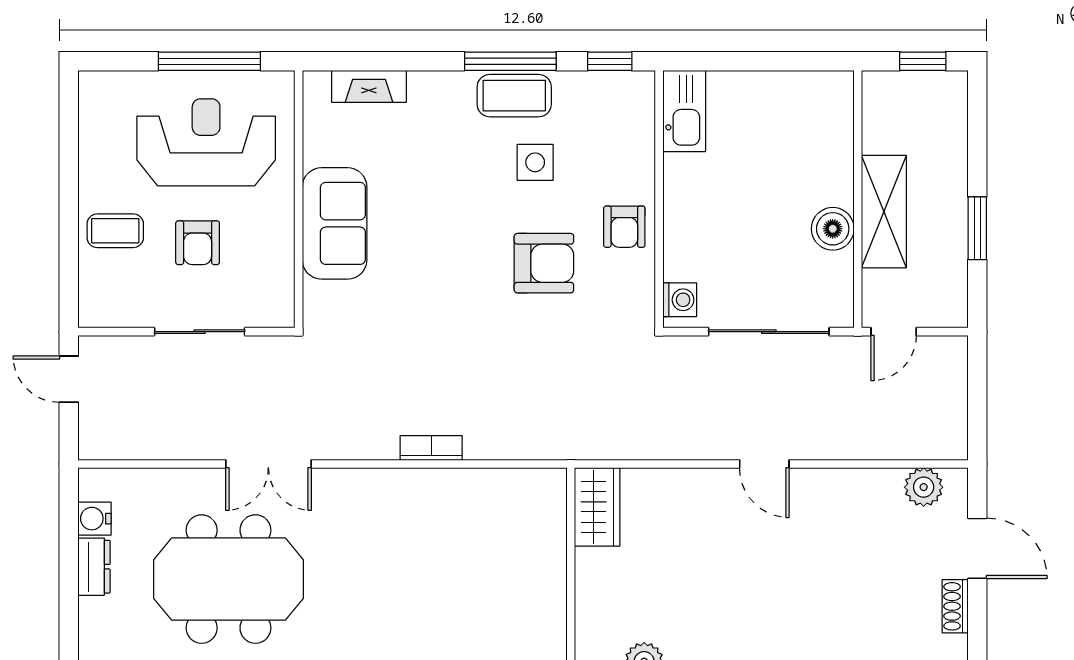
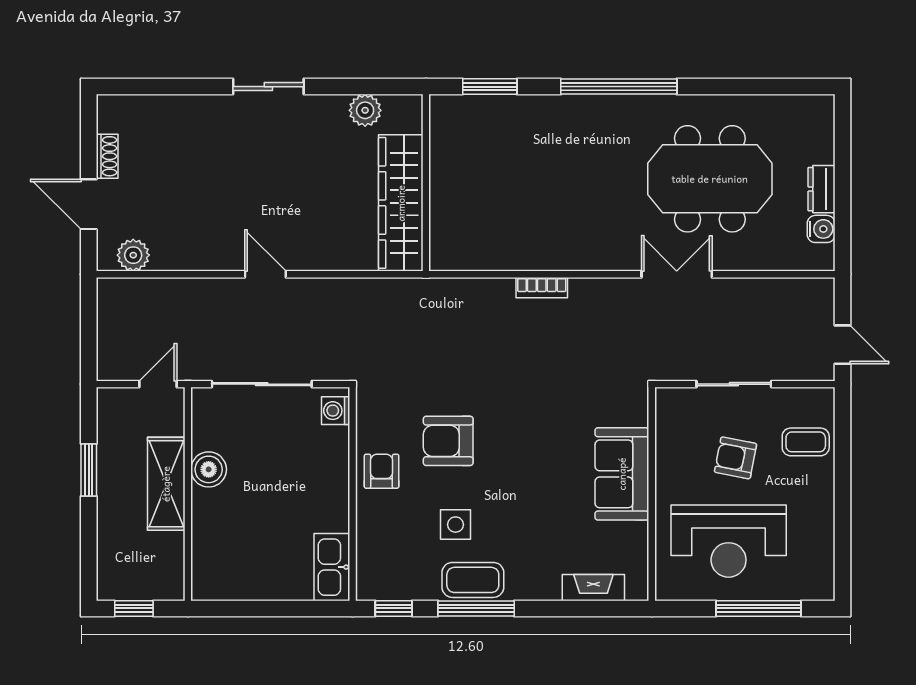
window: (209, 61) -> (758, 608), moved
coffee table: (115, 231) -> (806, 442), moved
armchair: (198, 243) -> (736, 458), turned -79
wardrobe: (597, 507) -> (401, 203), width x2.10, depth x1.17

